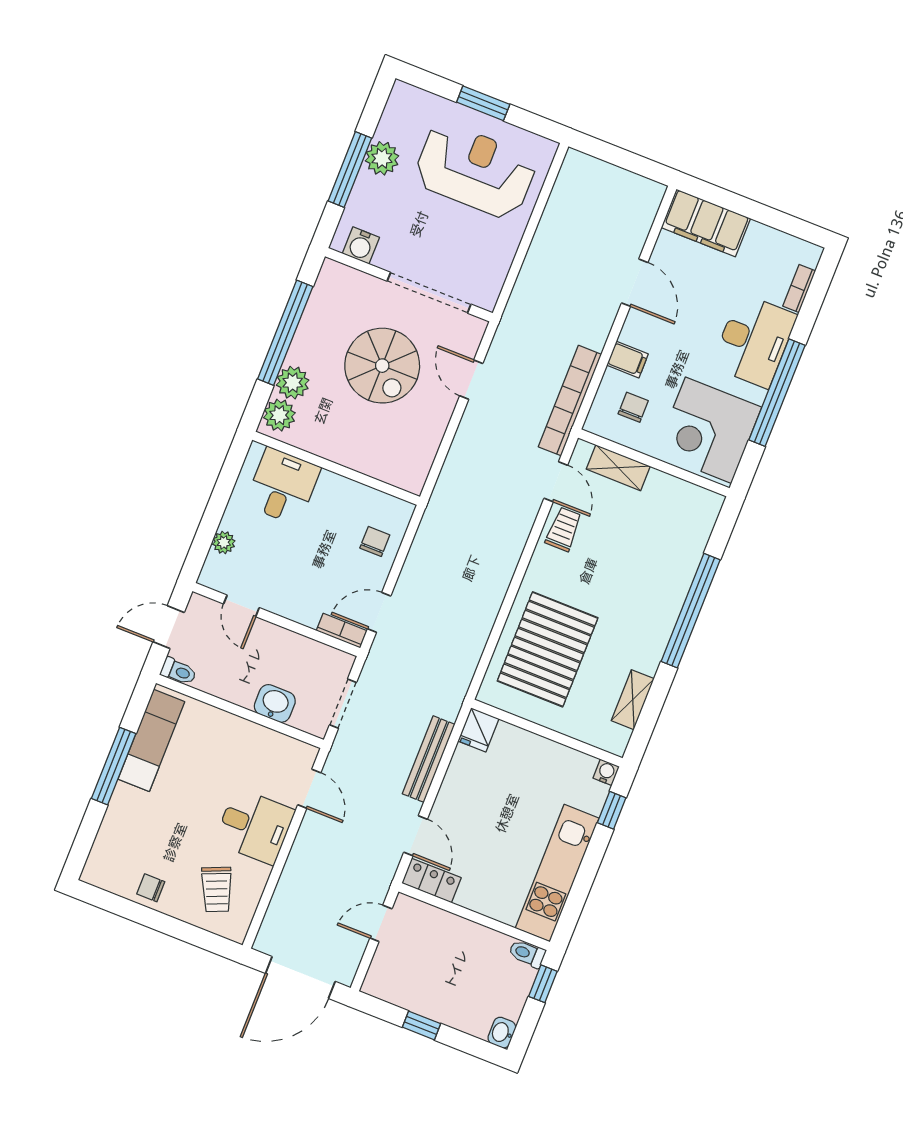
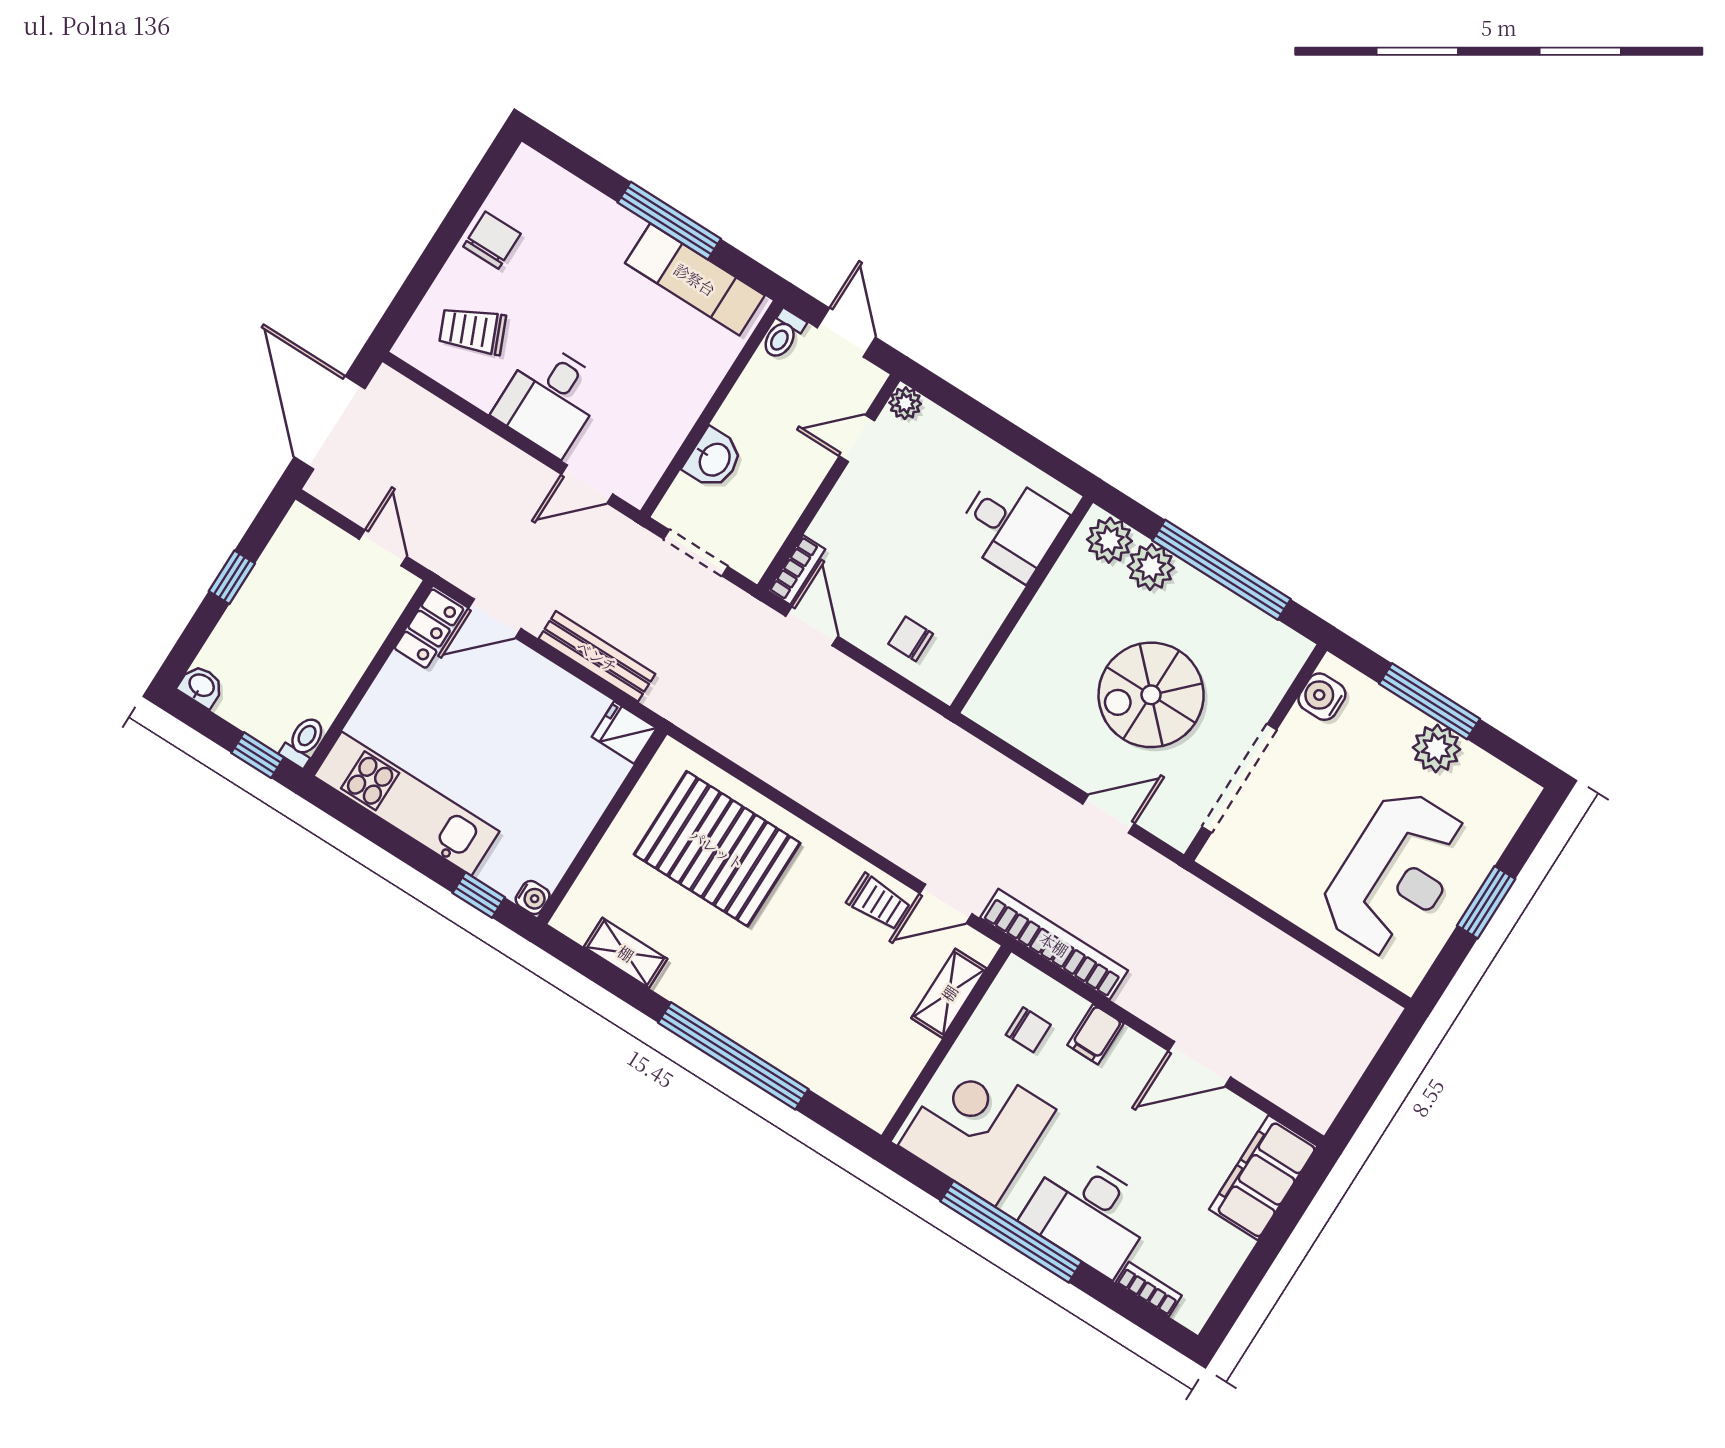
chair: (375, 541) -> (911, 639), turned 180
plant: (224, 543) -> (905, 403), moved
chair: (151, 888) -> (492, 240), width x1.37, depth x1.37

